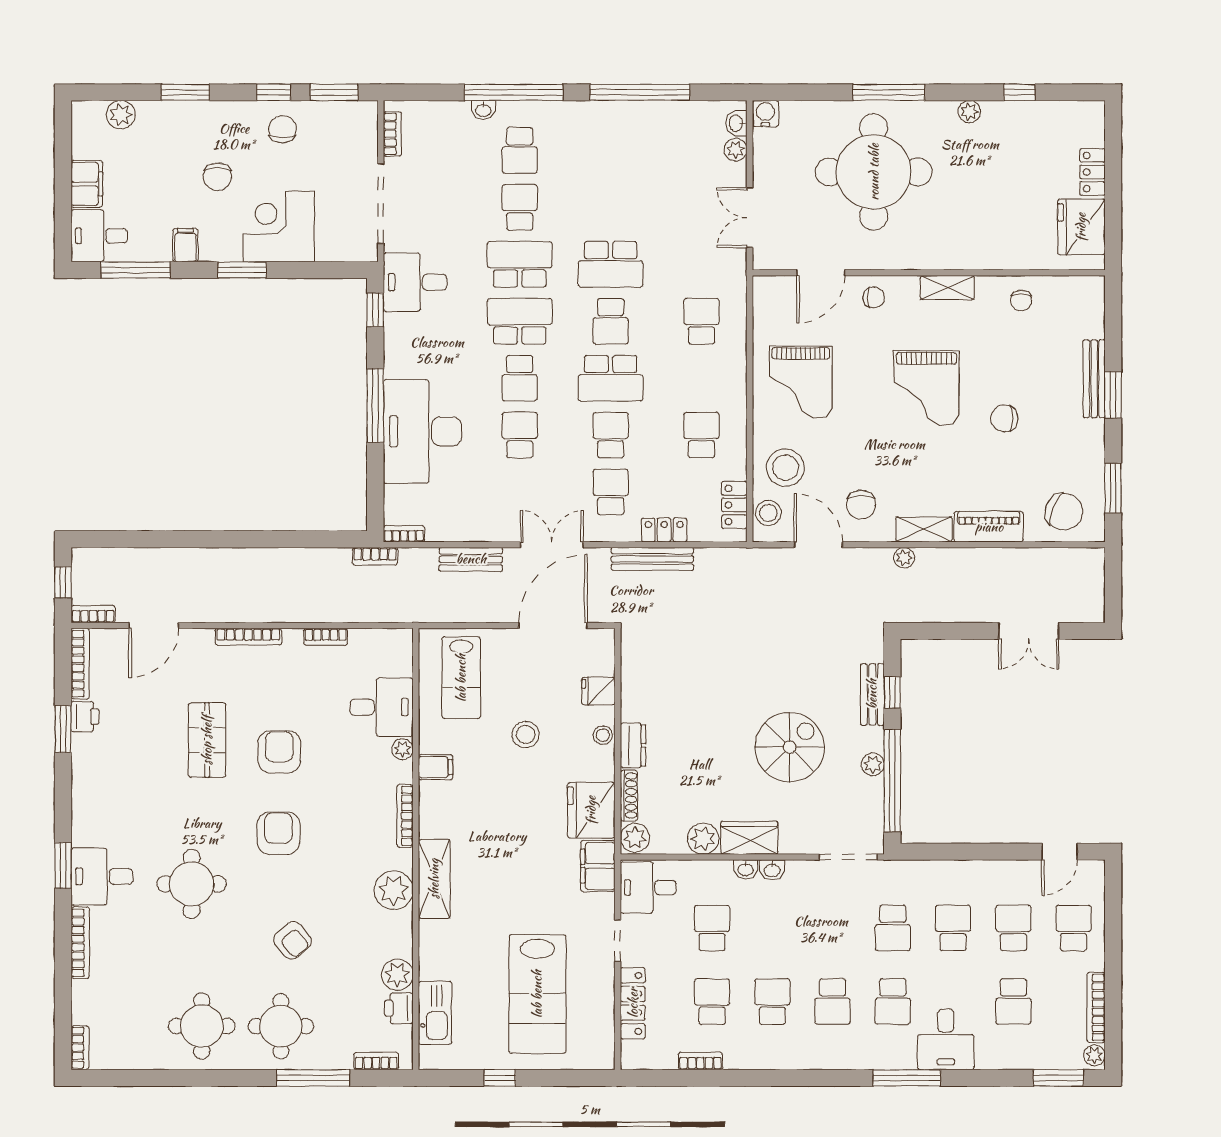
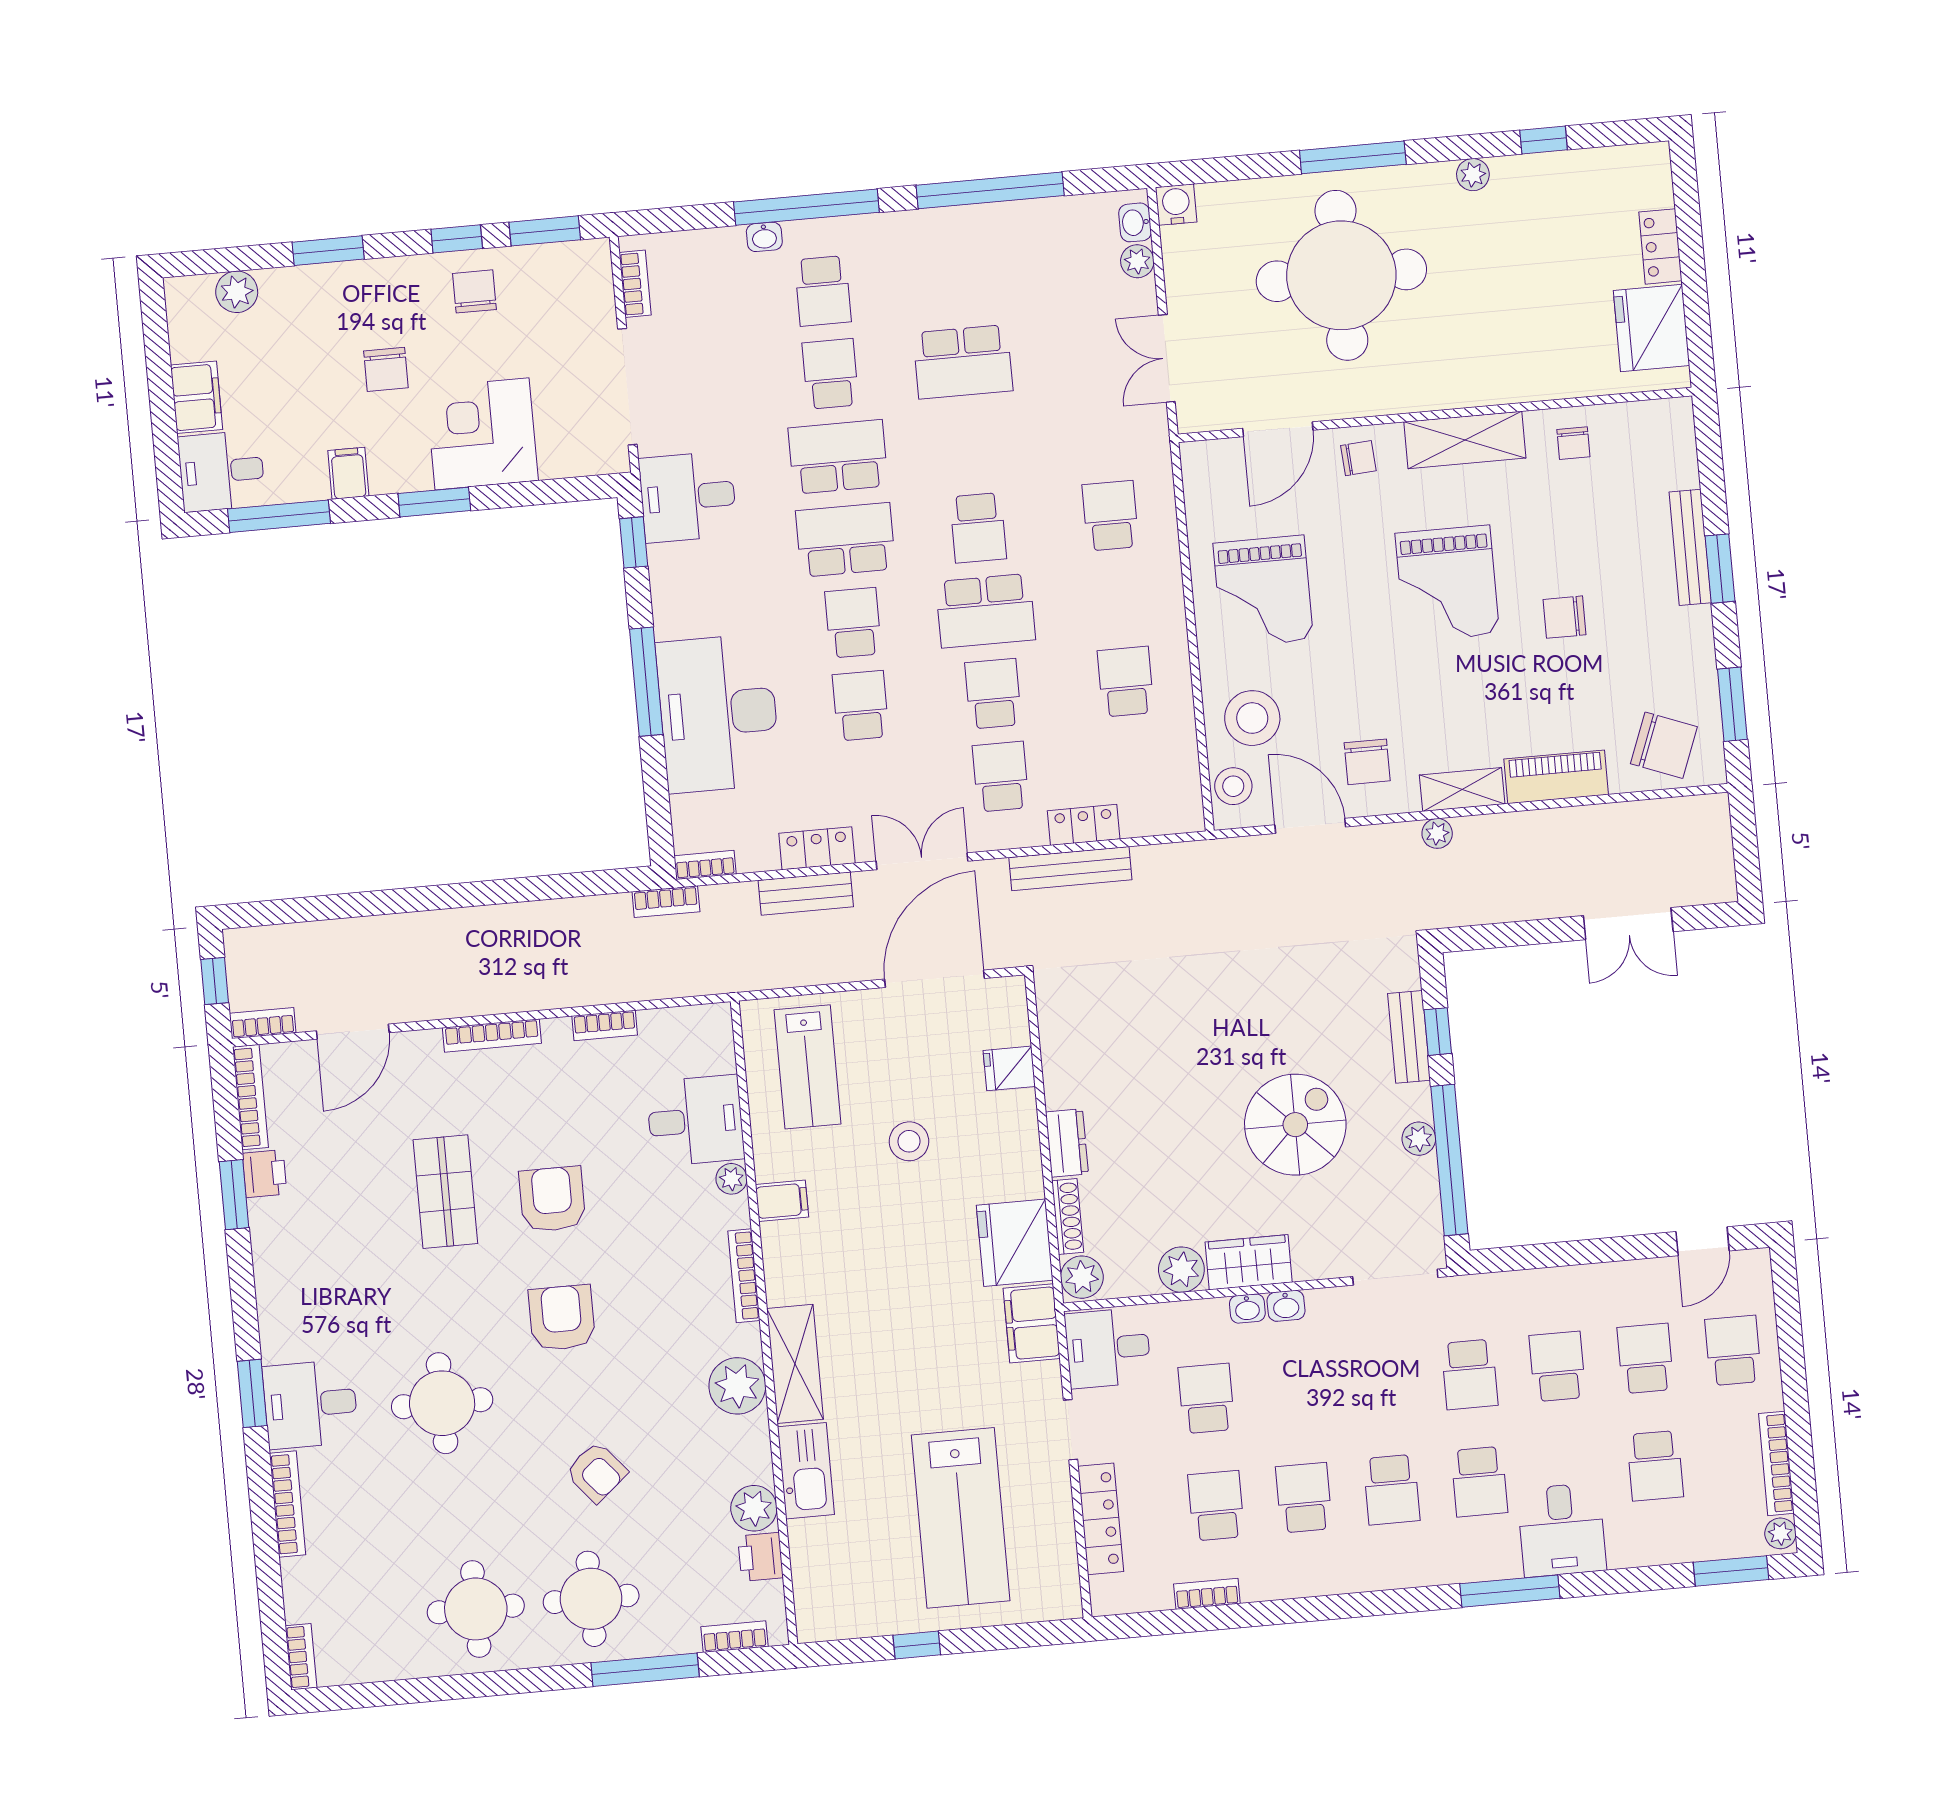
school desk: (611, 264) -> (963, 362), moved
shelving: (947, 288) -> (1465, 440), width x1.50, depth x1.33
school desk: (520, 378) -> (853, 623), turned 180
locker: (734, 505) -> (817, 848), moved, turned 90
stool: (603, 735) -> (1022, 1132), removed
kitchen sink: (435, 1013) -> (806, 1471), moved

